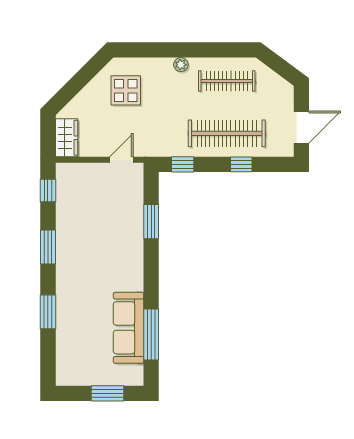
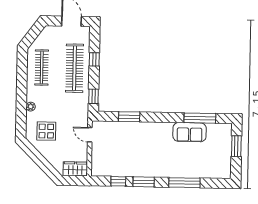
plant: (181, 65) -> (31, 107), moved
window: (48, 190) -> (118, 181), moved
window: (48, 312) -> (184, 183), width x1.44
sofa: (129, 328) -> (190, 132), width x0.73

